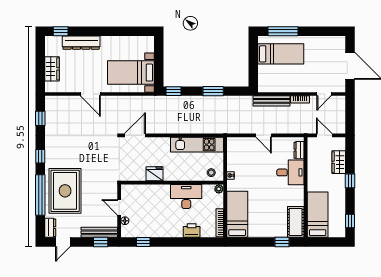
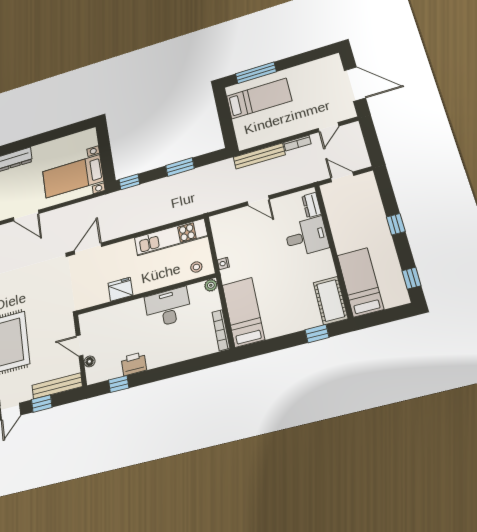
wardrobe: (339, 162) -> (372, 205), removed
printer: (192, 231) -> (134, 364), moved
window: (101, 242) -> (42, 404), moved

